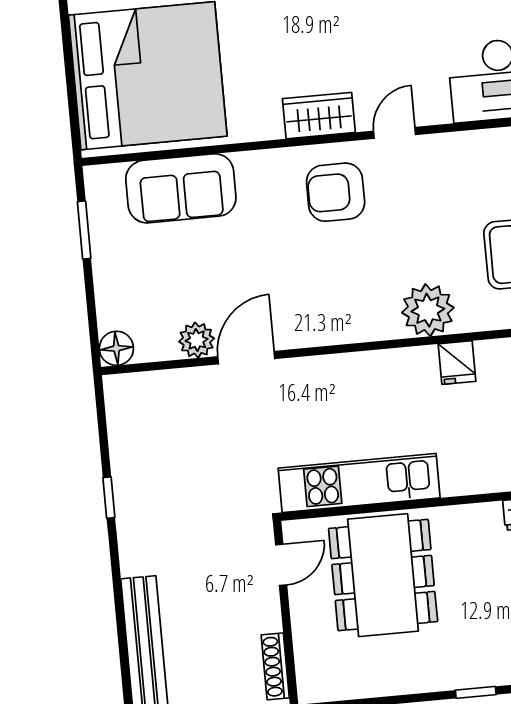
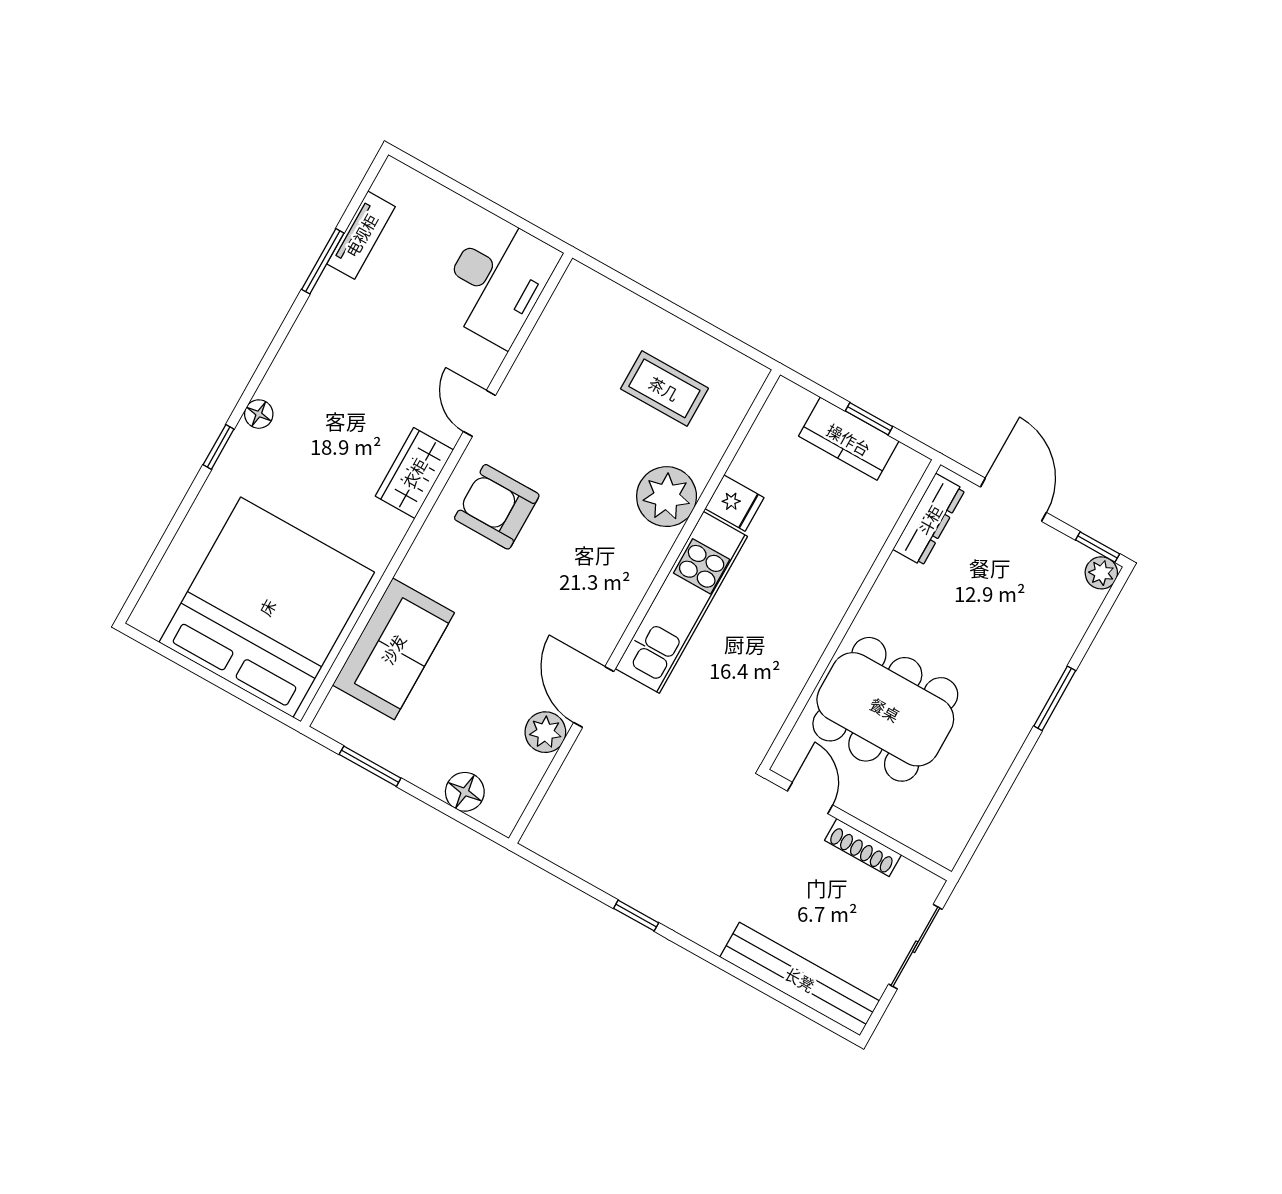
armchair: (336, 192) -> (497, 507), turned 90
floor lamp: (116, 348) -> (465, 792), moved
kitchen unit: (359, 483) -> (681, 602), moved, turned 180
shoe rack: (275, 666) -> (863, 848), moved
window: (476, 692) -> (1055, 698), width x1.50

